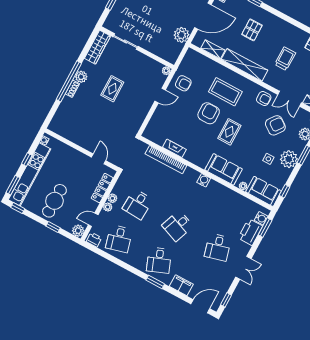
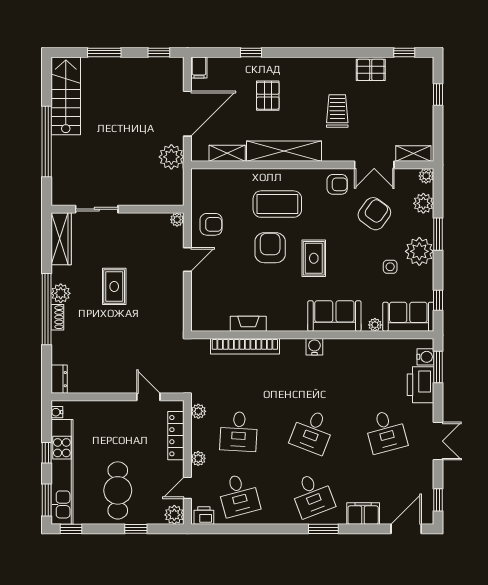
dresser: (55, 123) -> (59, 379), added
plant: (112, 198) -> (198, 411), moved

